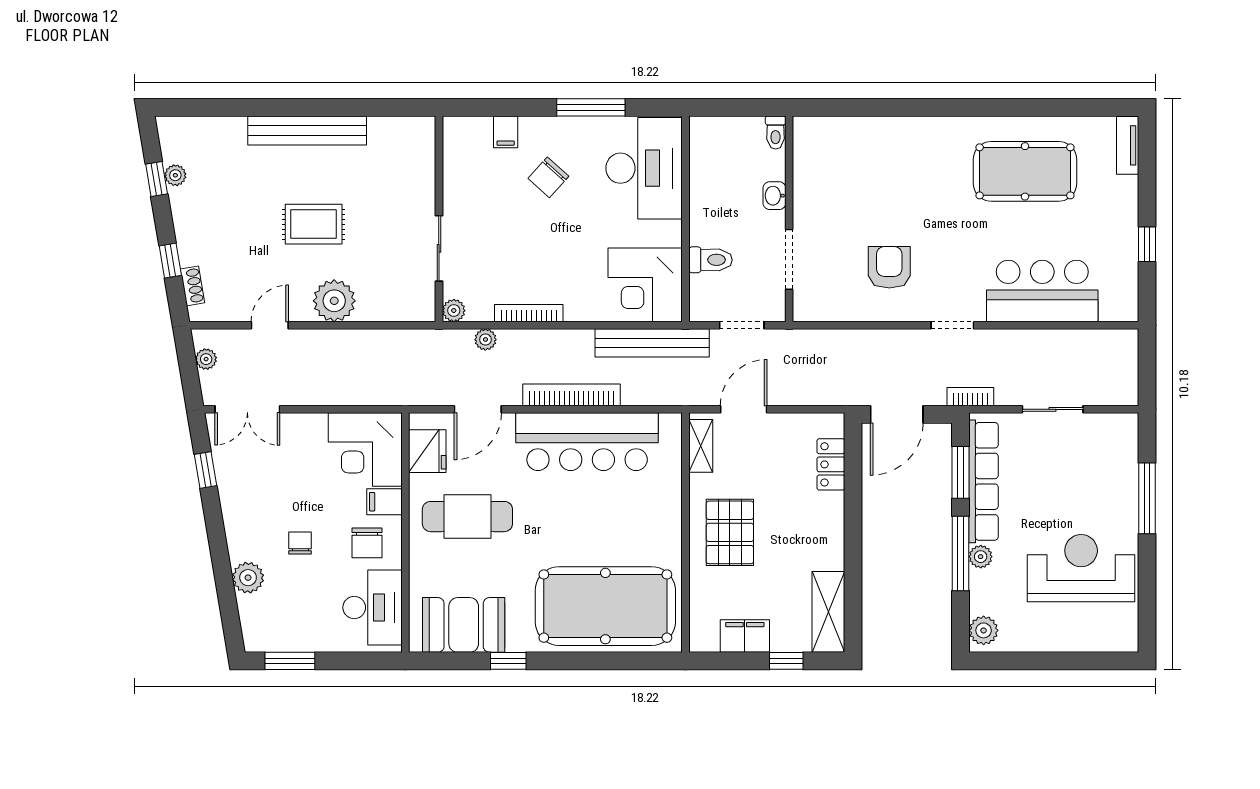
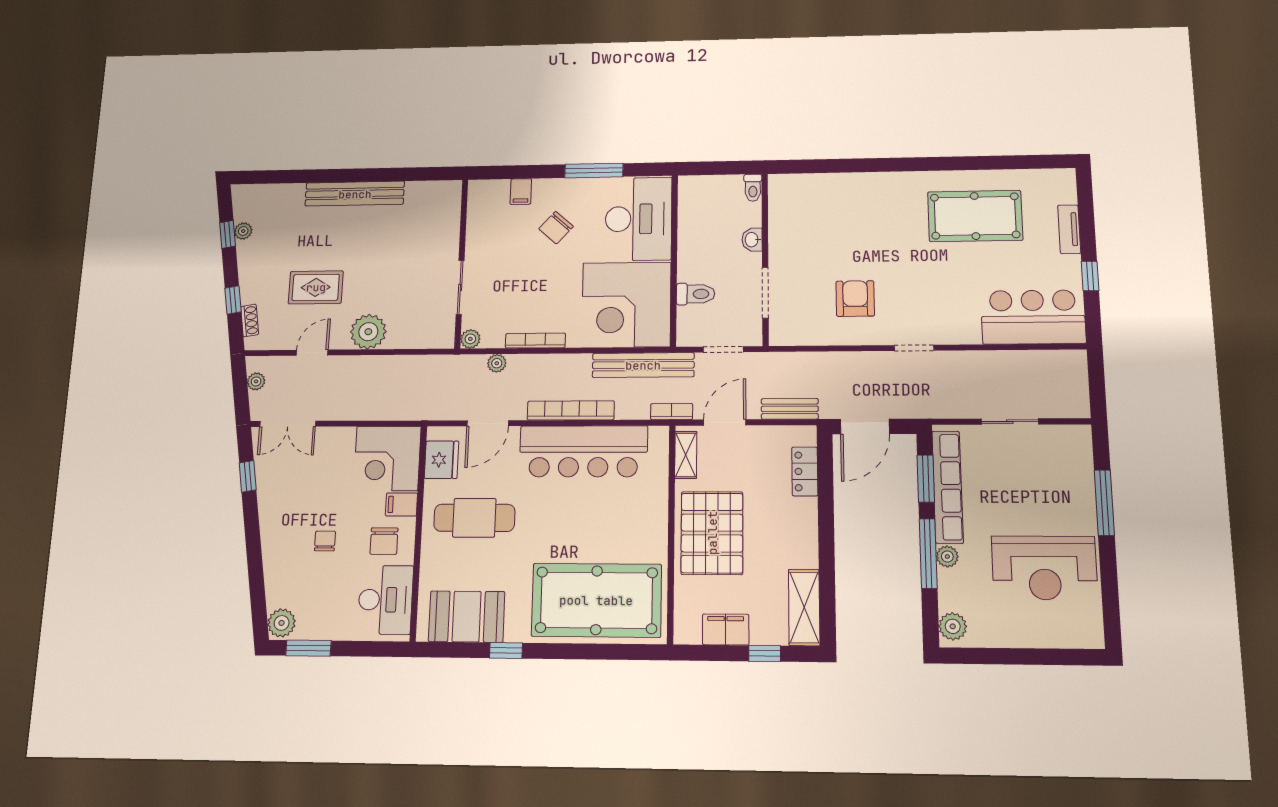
tv unit: (1128, 145) -> (1069, 229), moved
rug: (314, 224) -> (316, 287), moved
corner desk: (645, 285) -> (626, 305), width x1.36, depth x1.36
bar counter: (1042, 291) -> (1033, 317), moved
bench: (815, 394) -> (790, 409), added
bookcase: (970, 397) -> (672, 412), moved
pallet: (730, 532) -> (712, 533), width x1.37, depth x1.41
reception desk: (1081, 568) -> (1044, 568), turned 180
plant: (248, 578) -> (282, 623), moved

